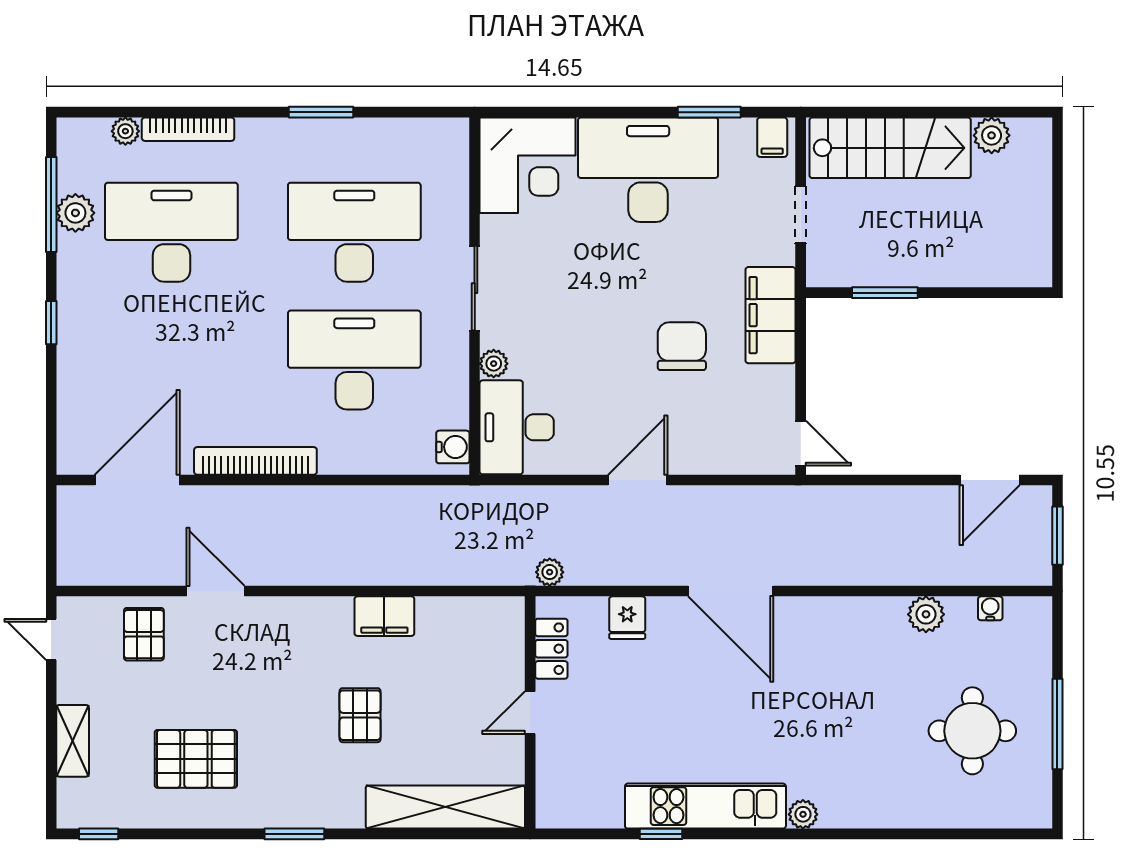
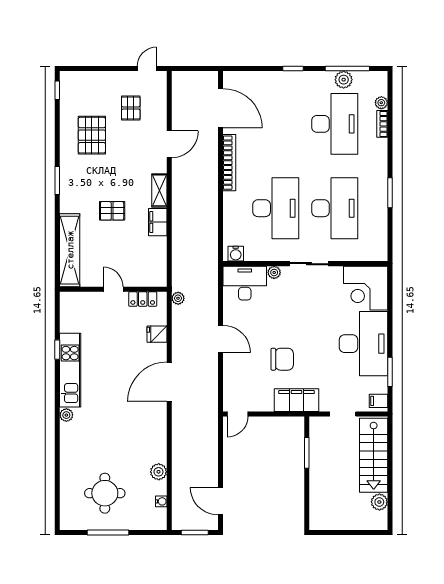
bookcase: (188, 129) -> (382, 124), width x0.64
pallet: (144, 634) -> (131, 108), moved, turned 90
shelving: (73, 741) -> (159, 190), moved, turned 90

